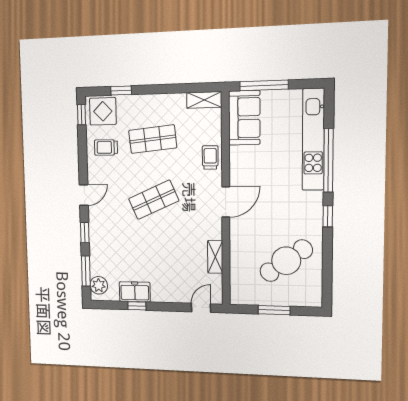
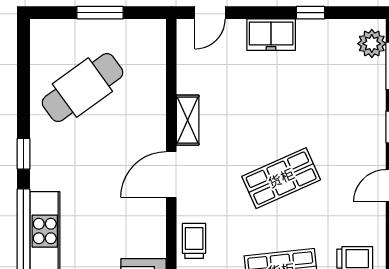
trolley: (210, 157) -> (194, 241), turned 180
shelving: (215, 257) -> (188, 120), moved
freezer: (135, 292) -> (271, 35), moved

